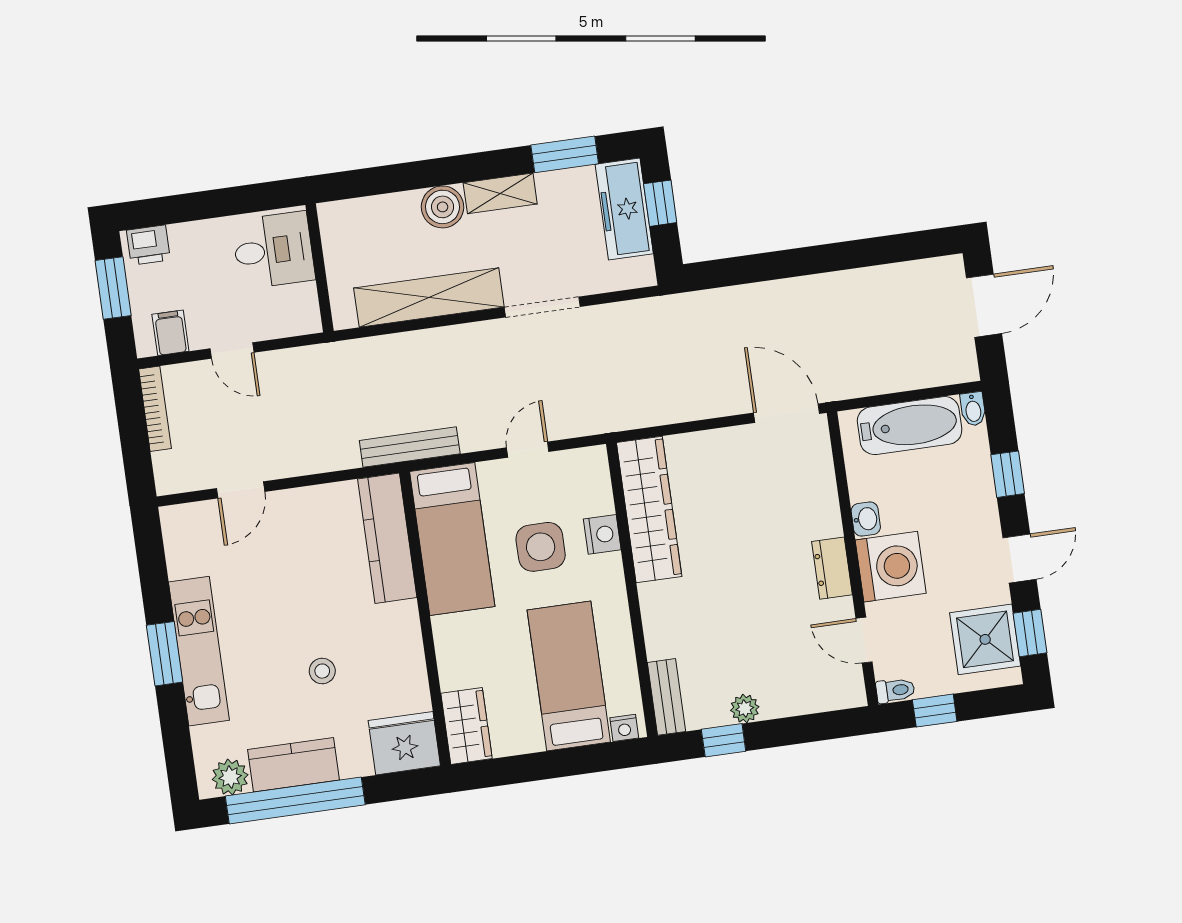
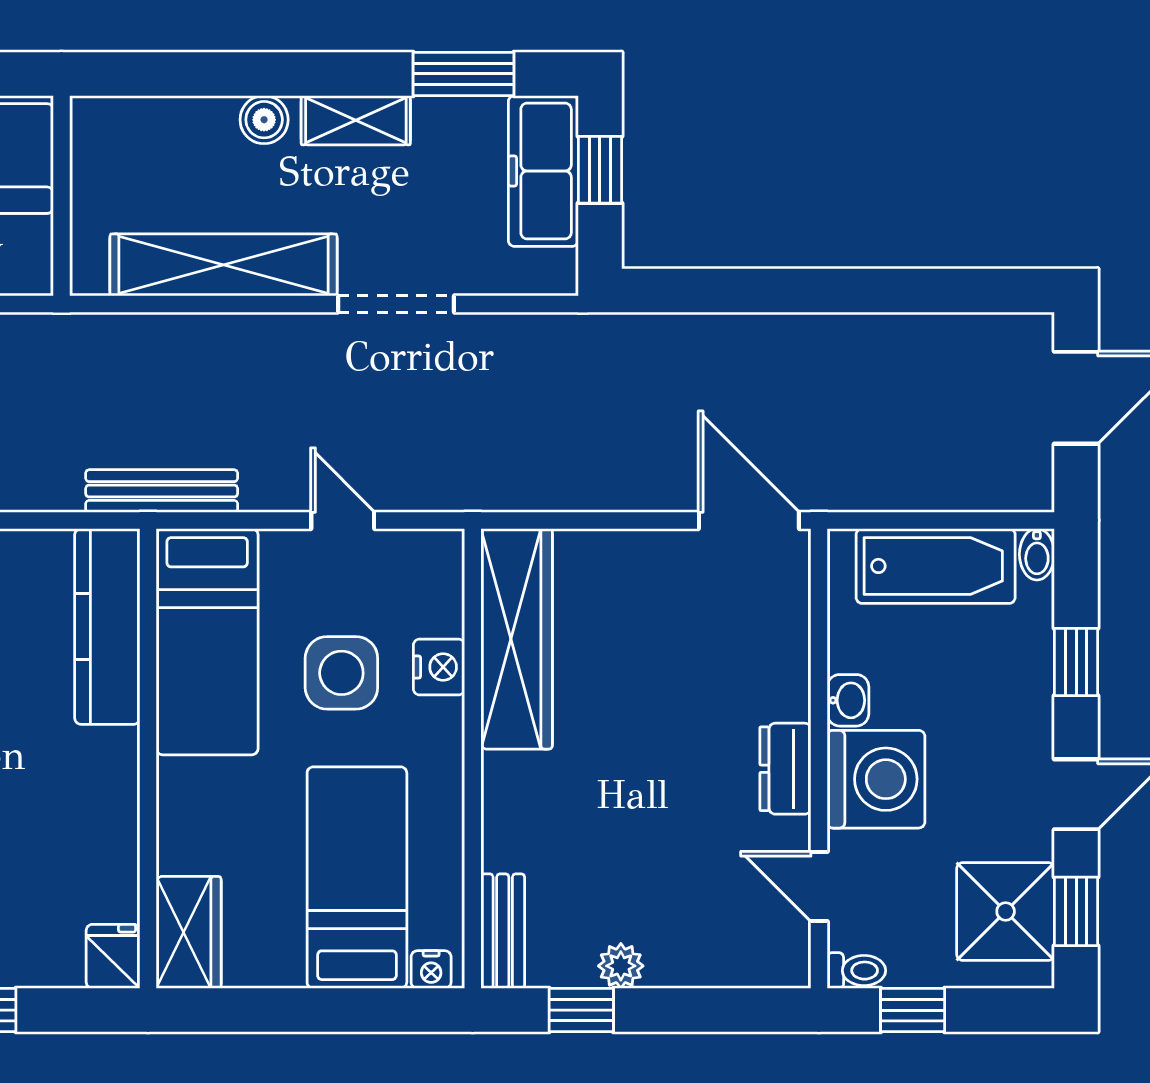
boiler: (443, 207) -> (264, 120), width x0.73, depth x0.73
door: (528, 450) -> (343, 520), hinge flipped
fridge: (404, 743) -> (113, 956), width x0.53, depth x0.75

